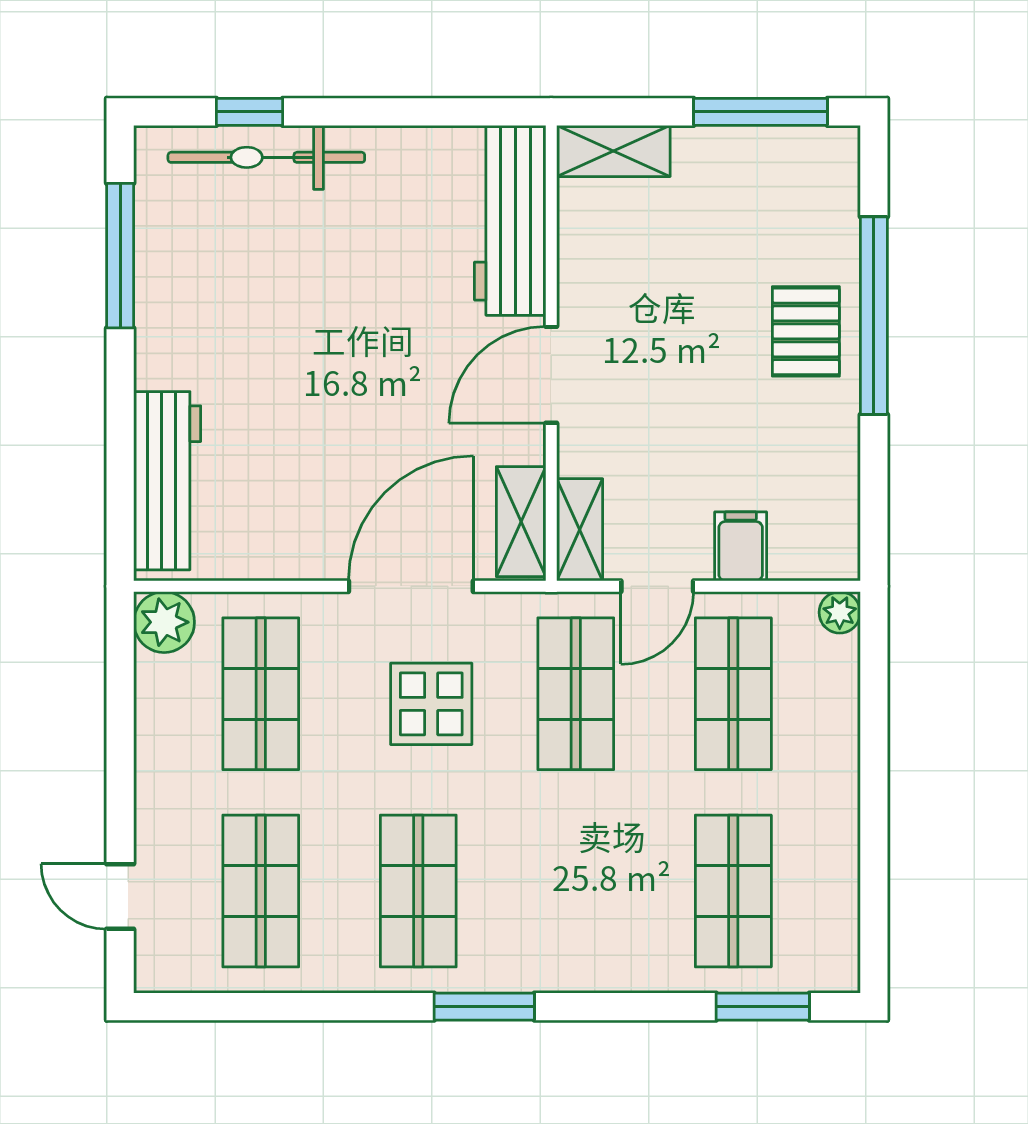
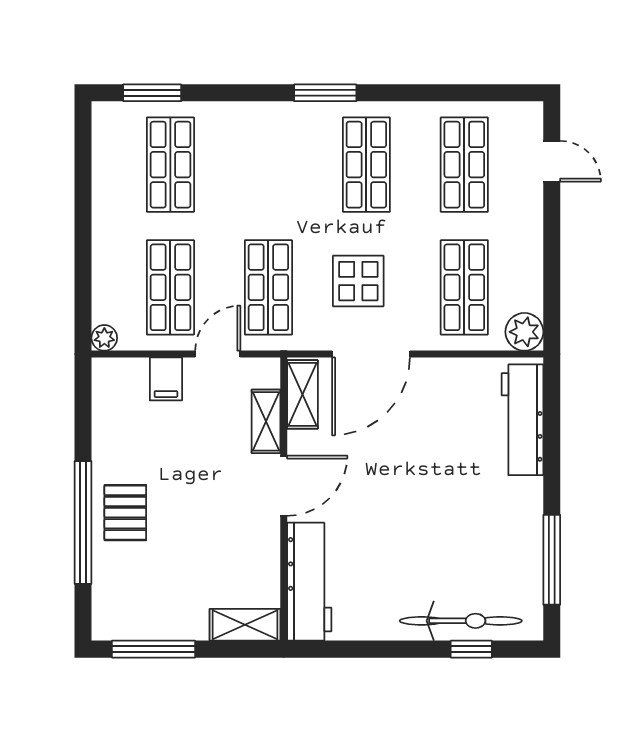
shelving: (580, 530) -> (266, 421), moved

